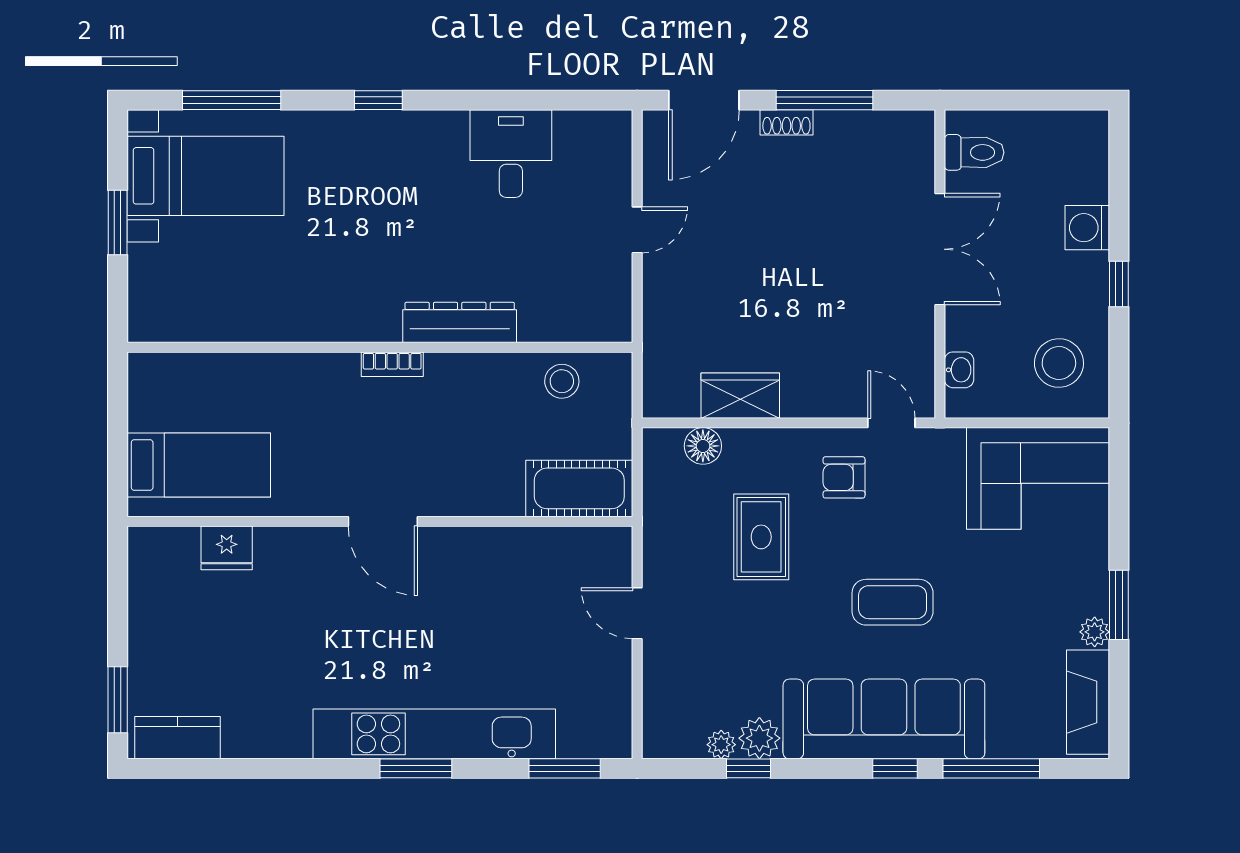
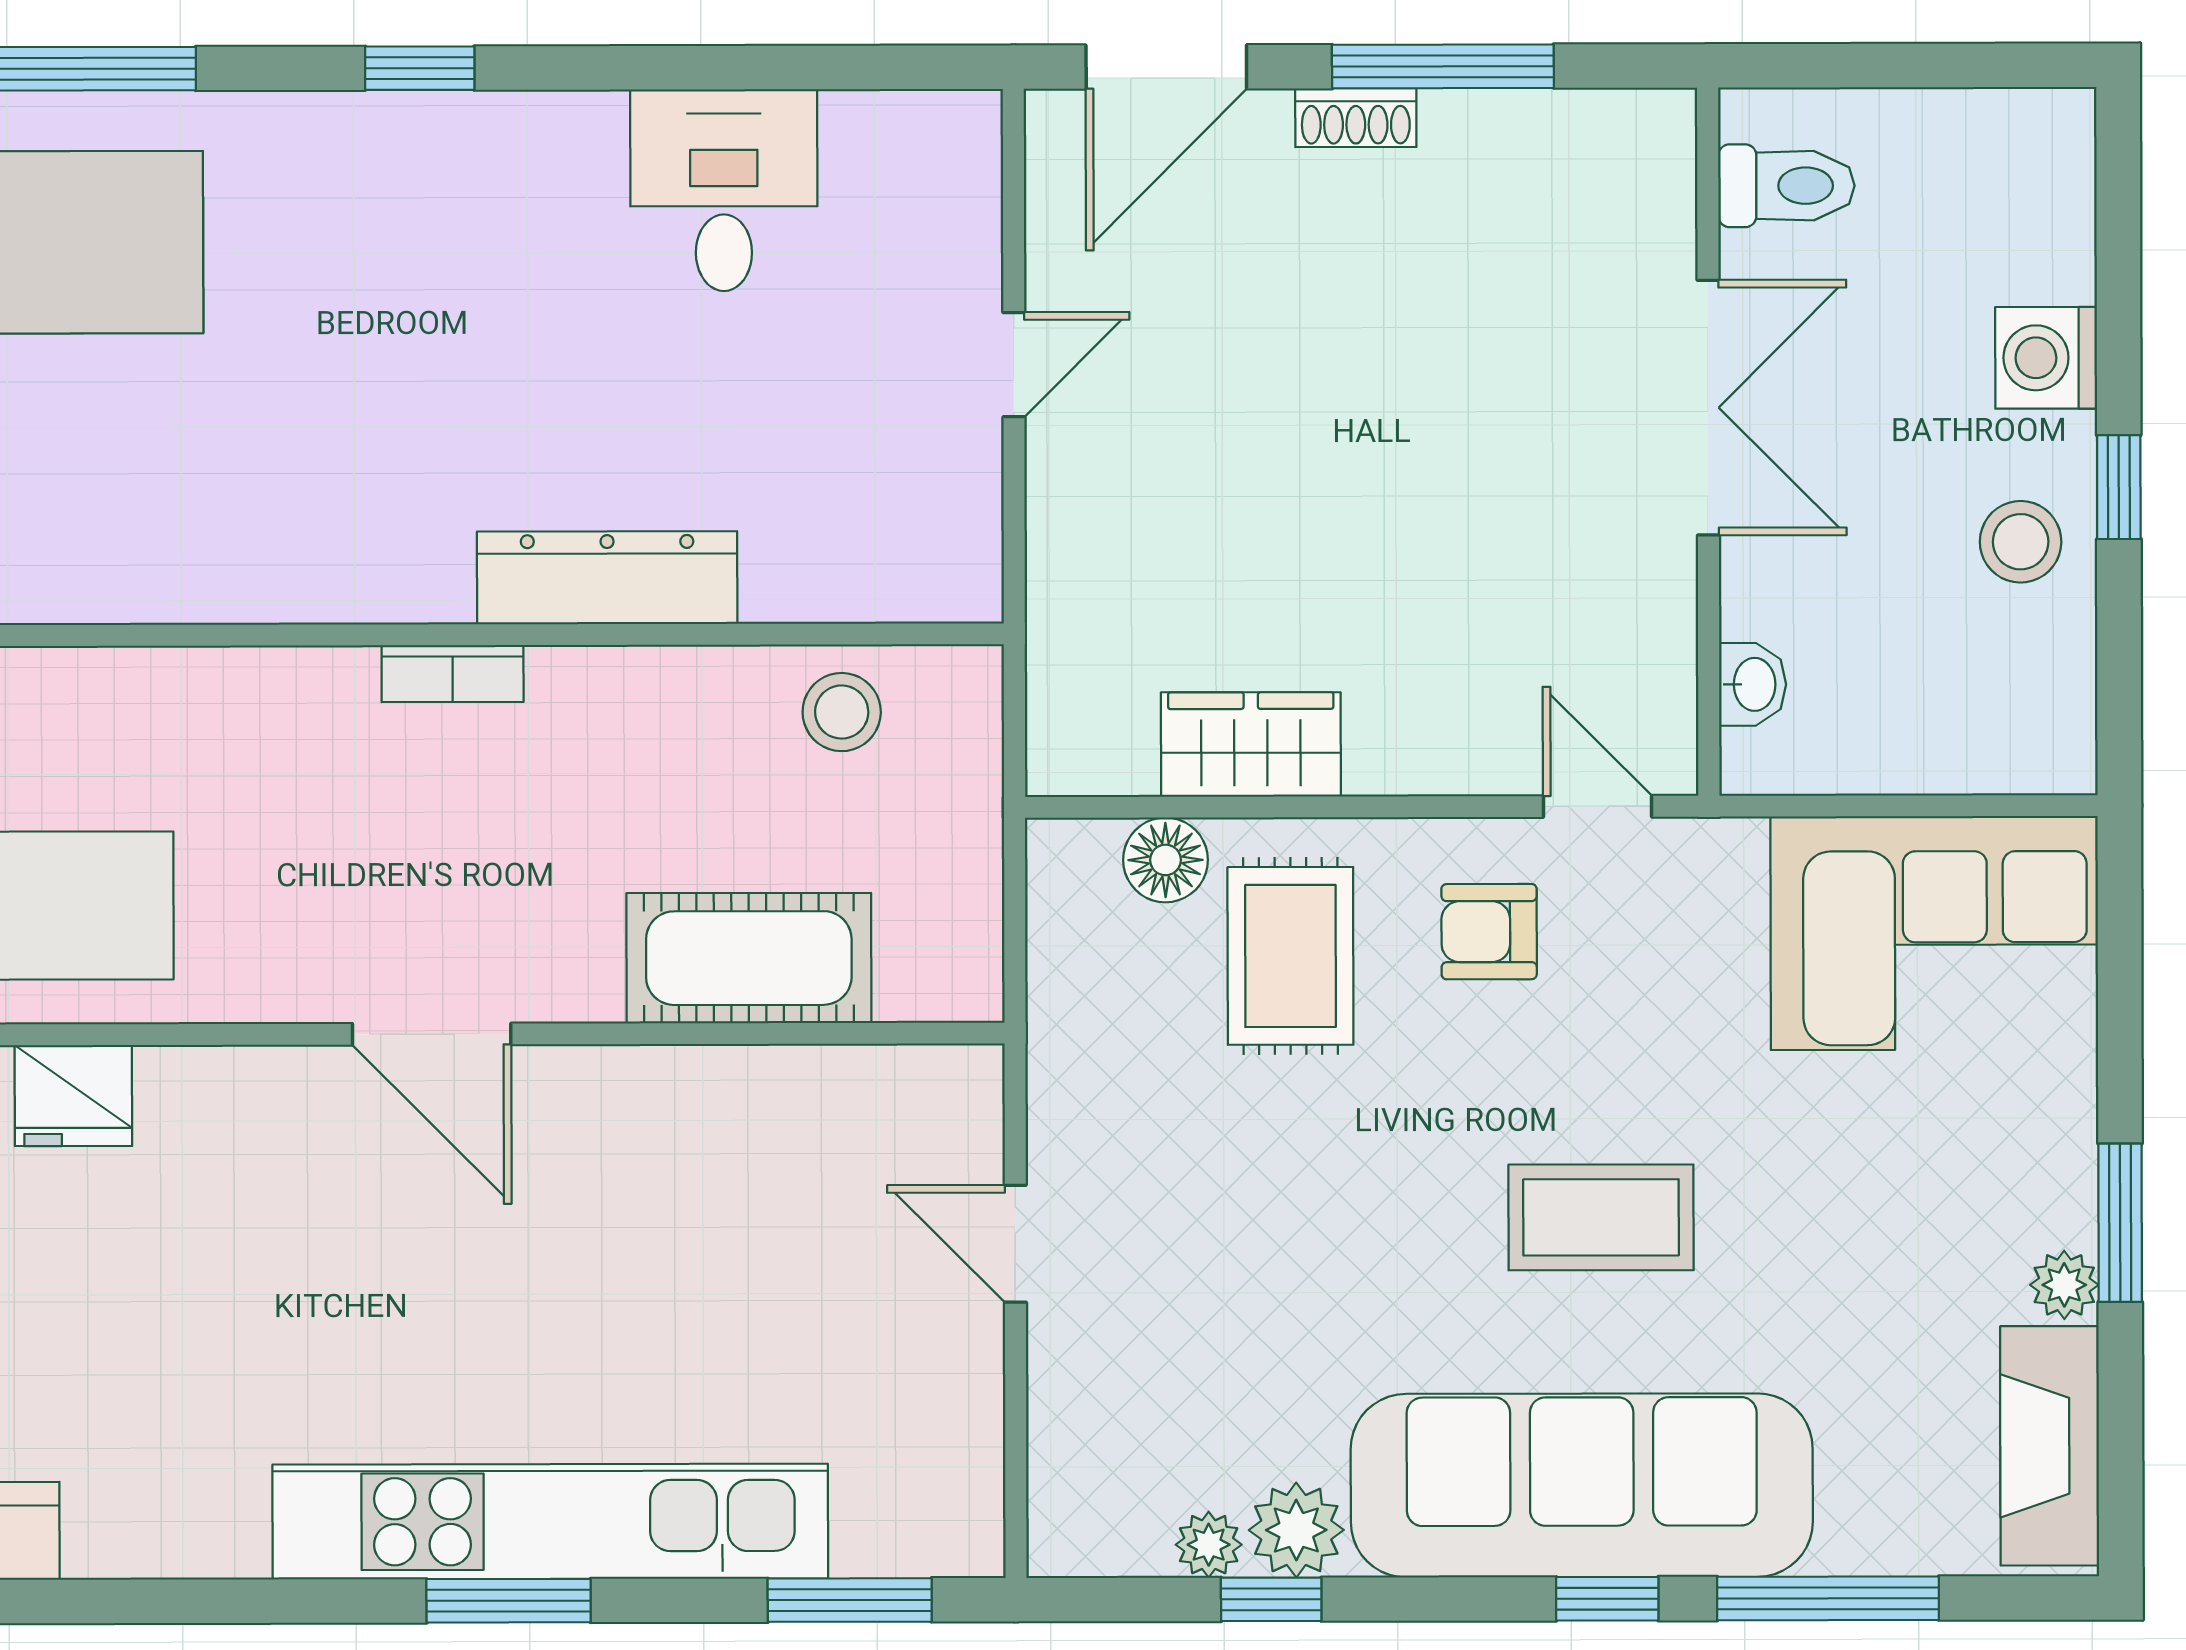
stool: (1059, 363) -> (2021, 542), moved, width x0.73, depth x0.73
cot: (579, 488) -> (749, 958), moved
rug: (761, 537) -> (1290, 956), moved

